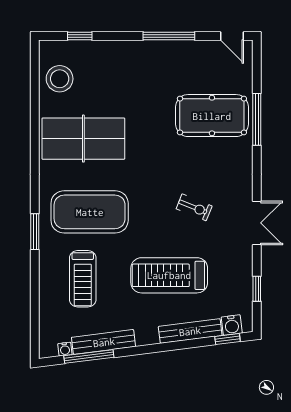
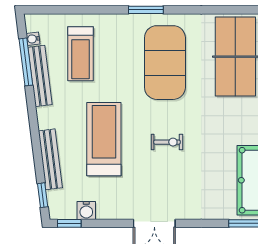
exercise bike: (194, 207) -> (167, 142), moved, turned -112
treadmill: (83, 279) -> (80, 54), moved, turned -90
window: (257, 289) -> (69, 223), moved
water cooler: (232, 325) -> (86, 211), moved, turned -83

